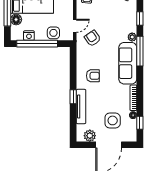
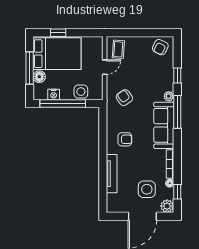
door: (75, 26) -> (105, 67), moved
window: (73, 97) -> (103, 163), removed
plant: (90, 136) -> (167, 206), moved

